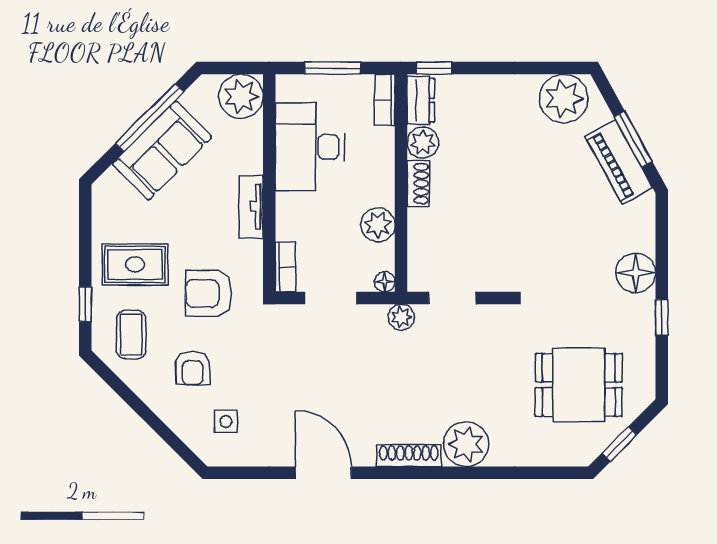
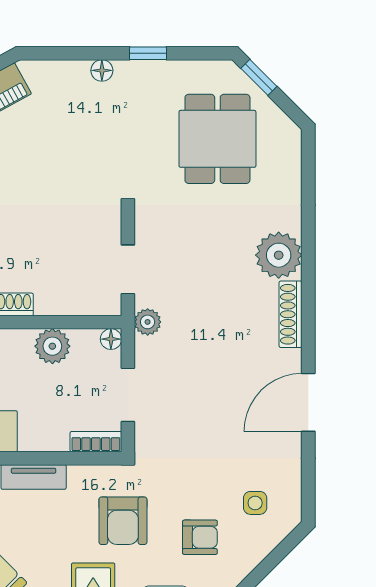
floor lamp: (636, 273) -> (102, 70), width x0.53, depth x0.53
window: (619, 444) -> (259, 77), moved

